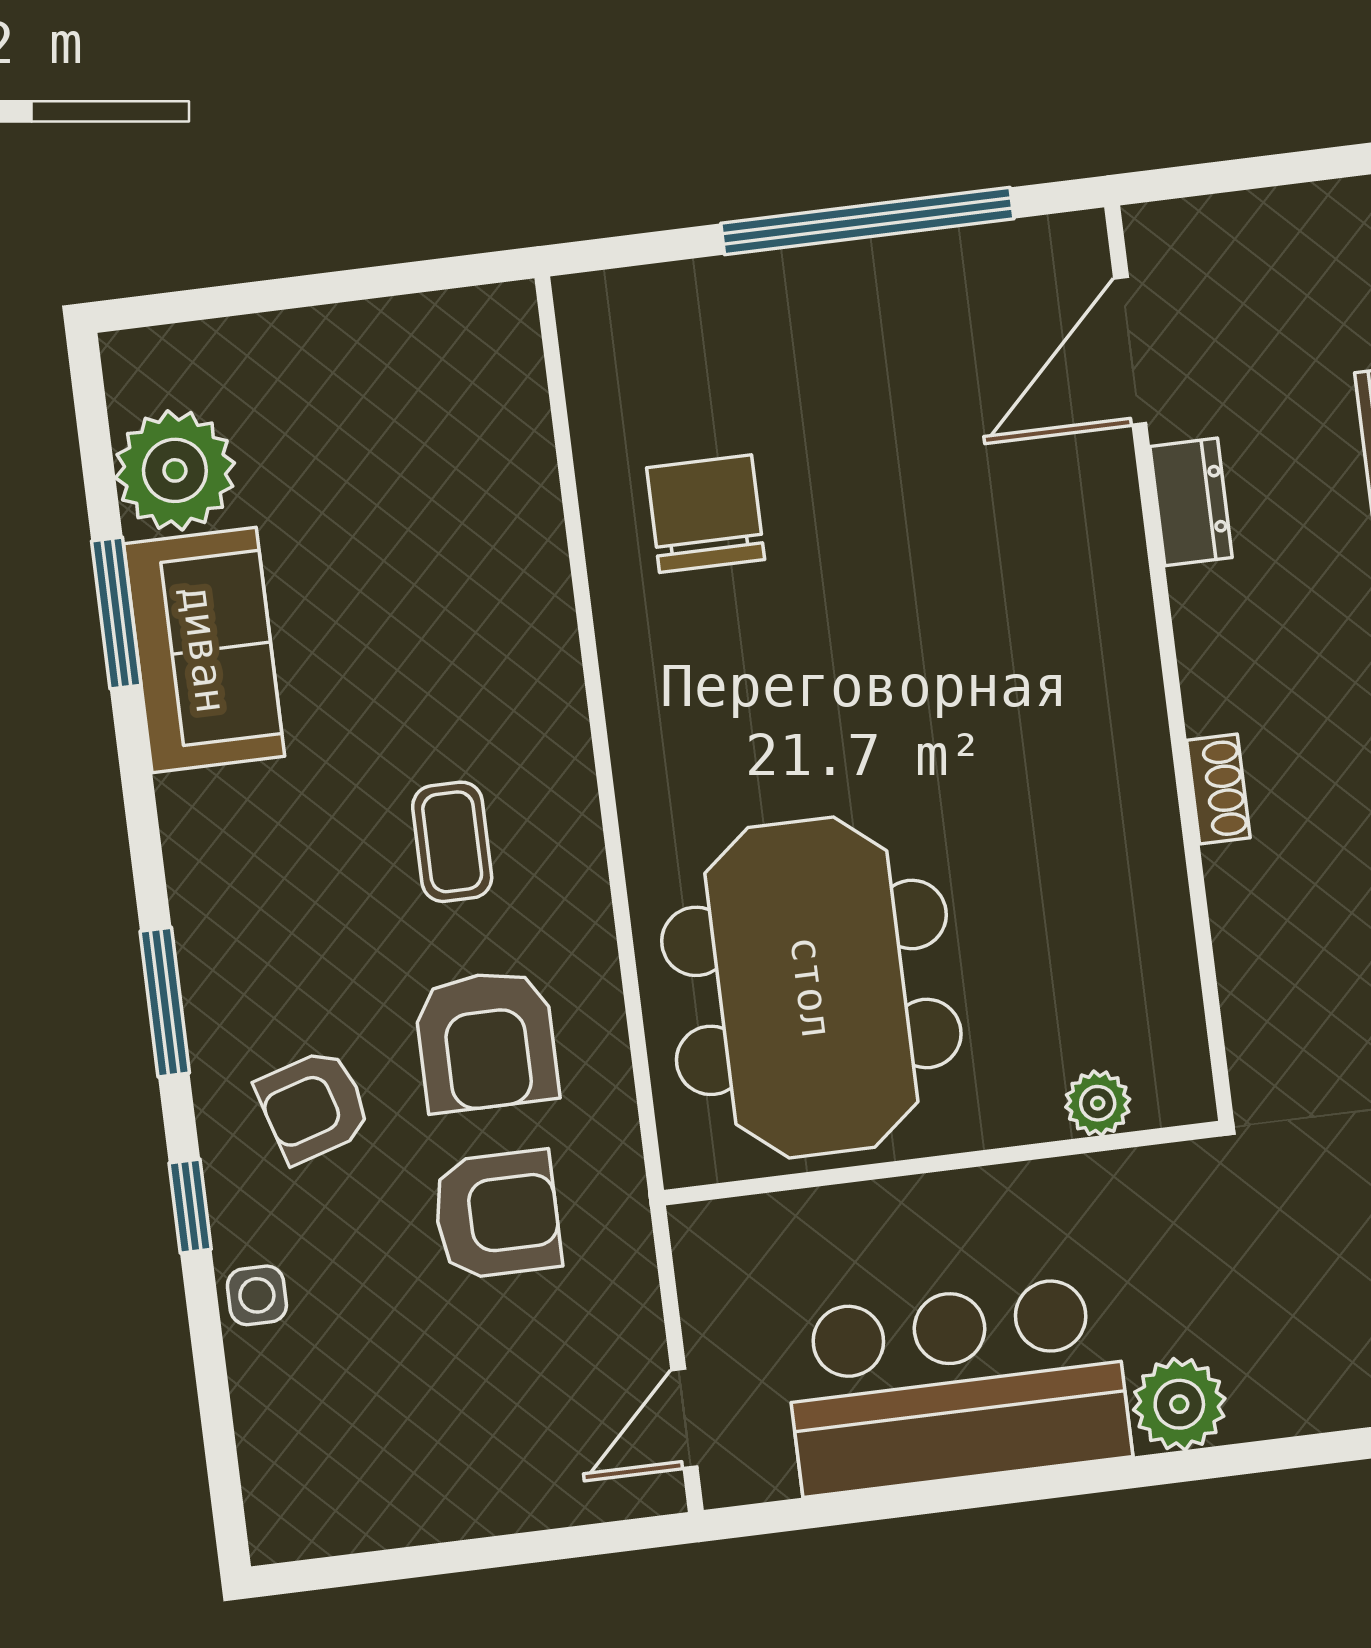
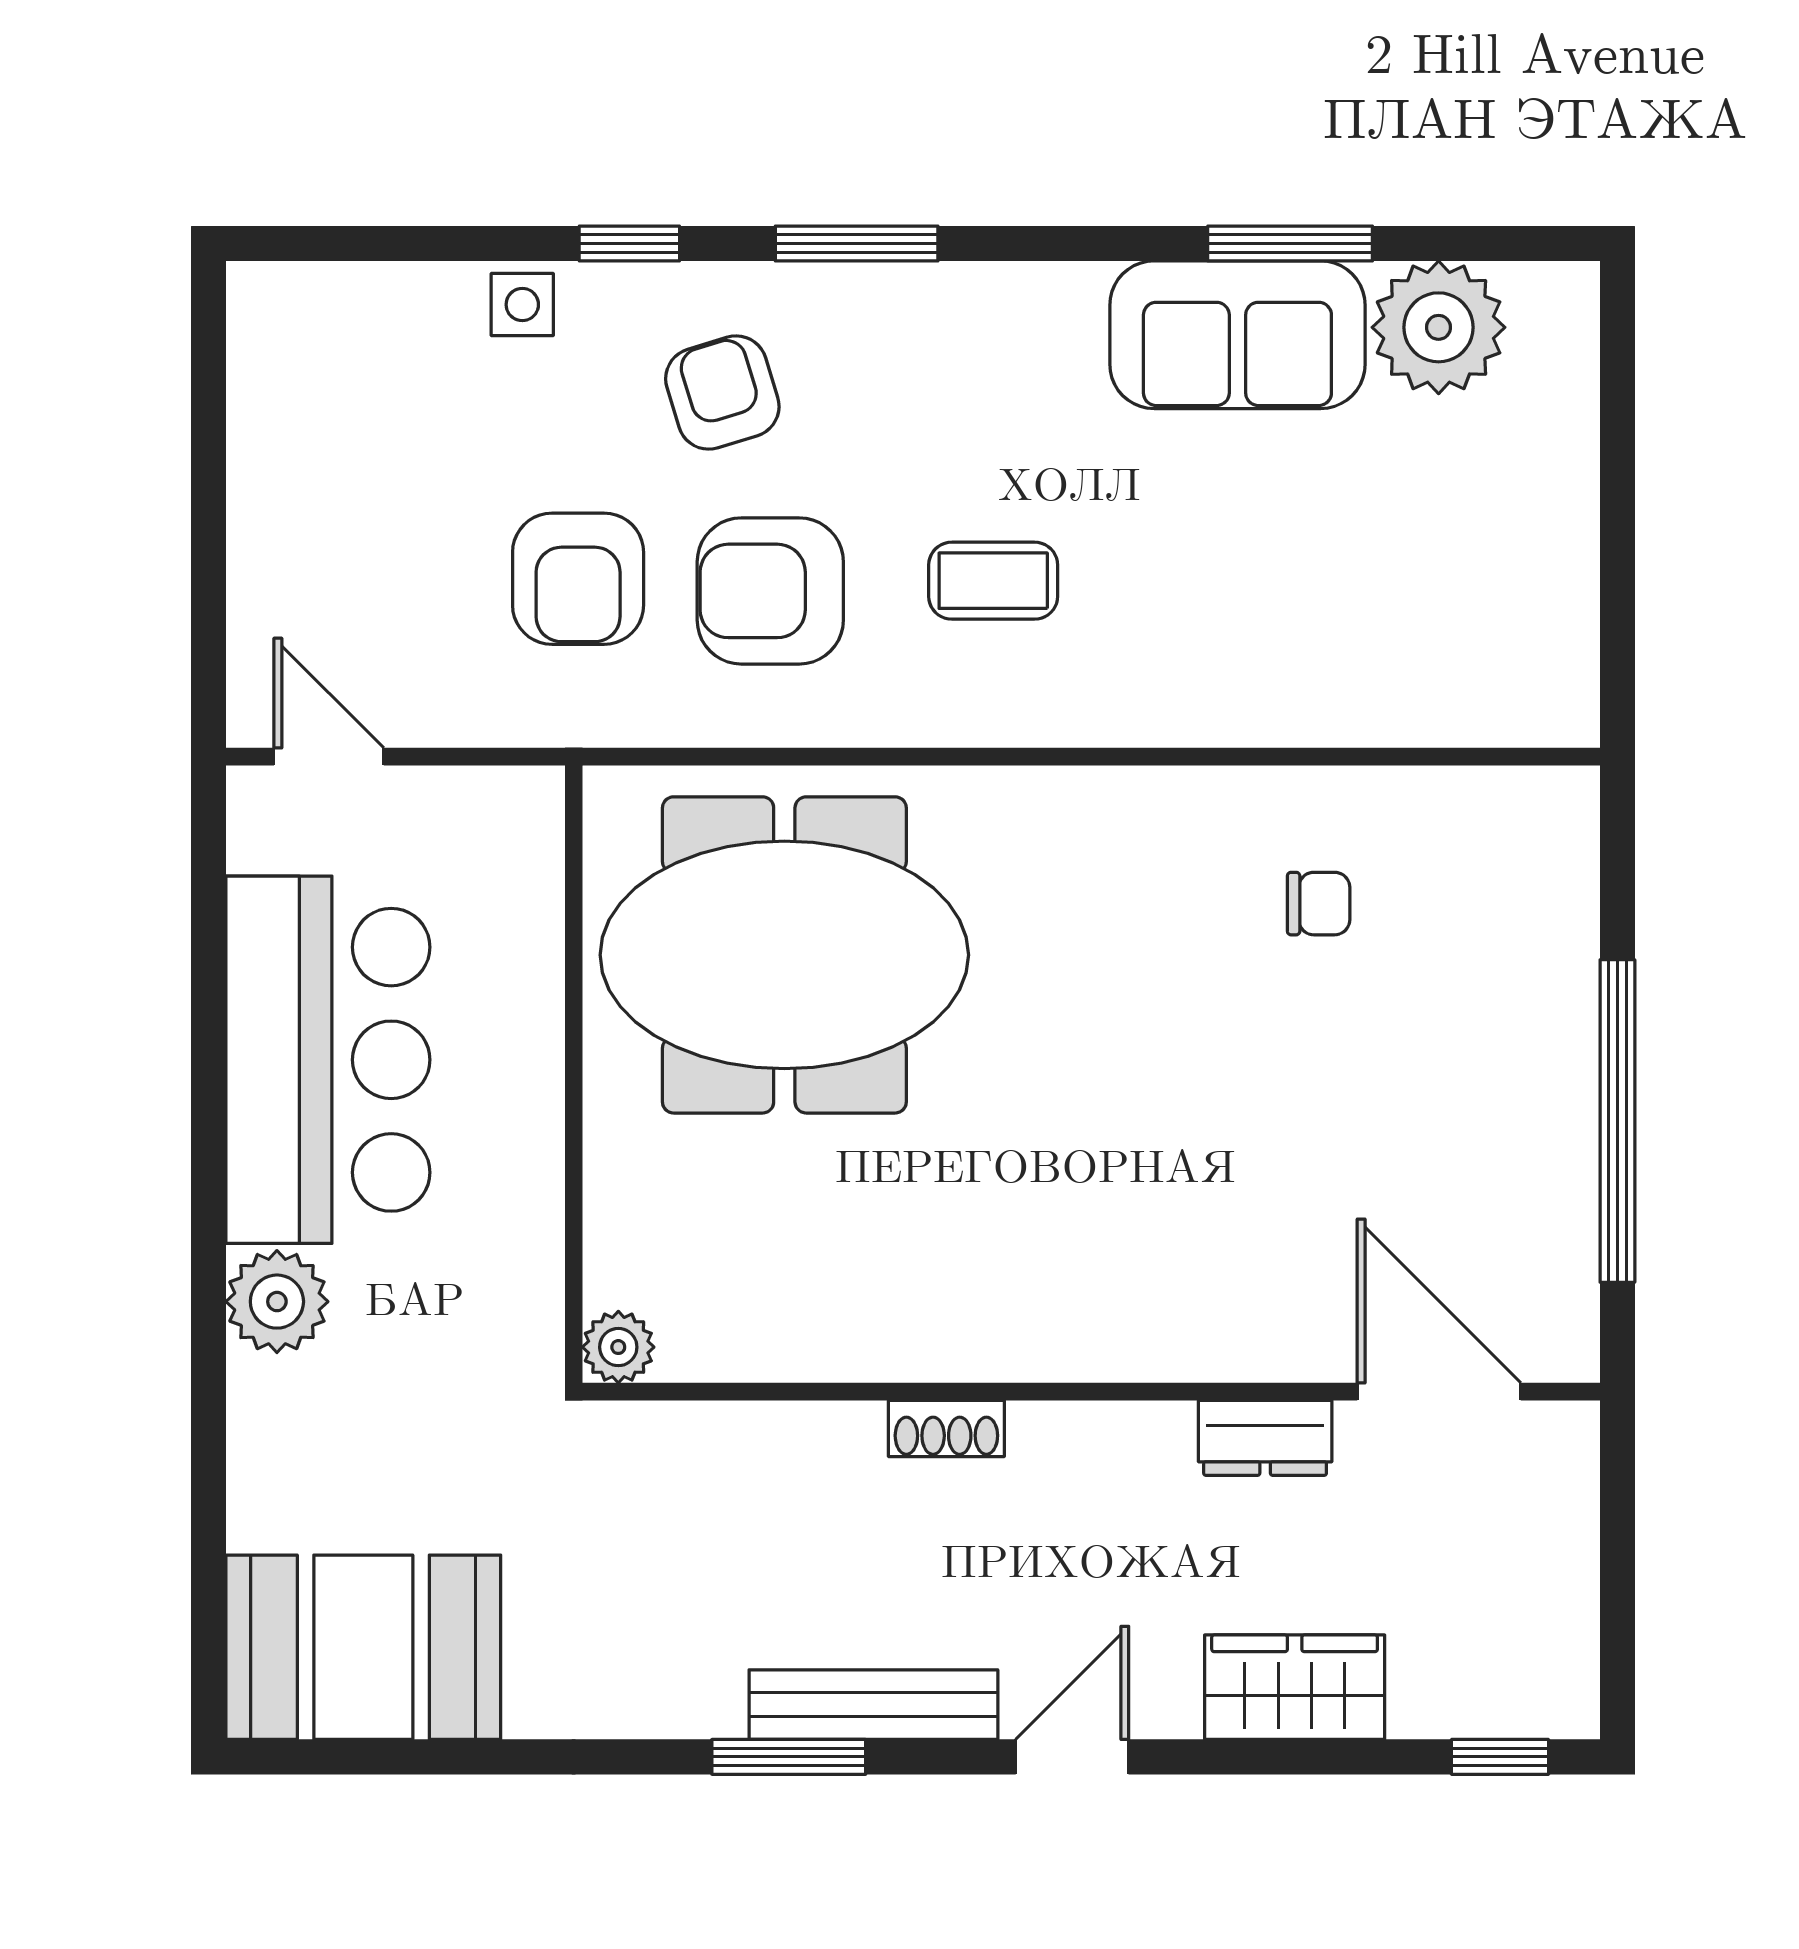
chair: (706, 514) -> (1319, 904), width x0.54, depth x0.54
plant: (1098, 1103) -> (618, 1347), moved

